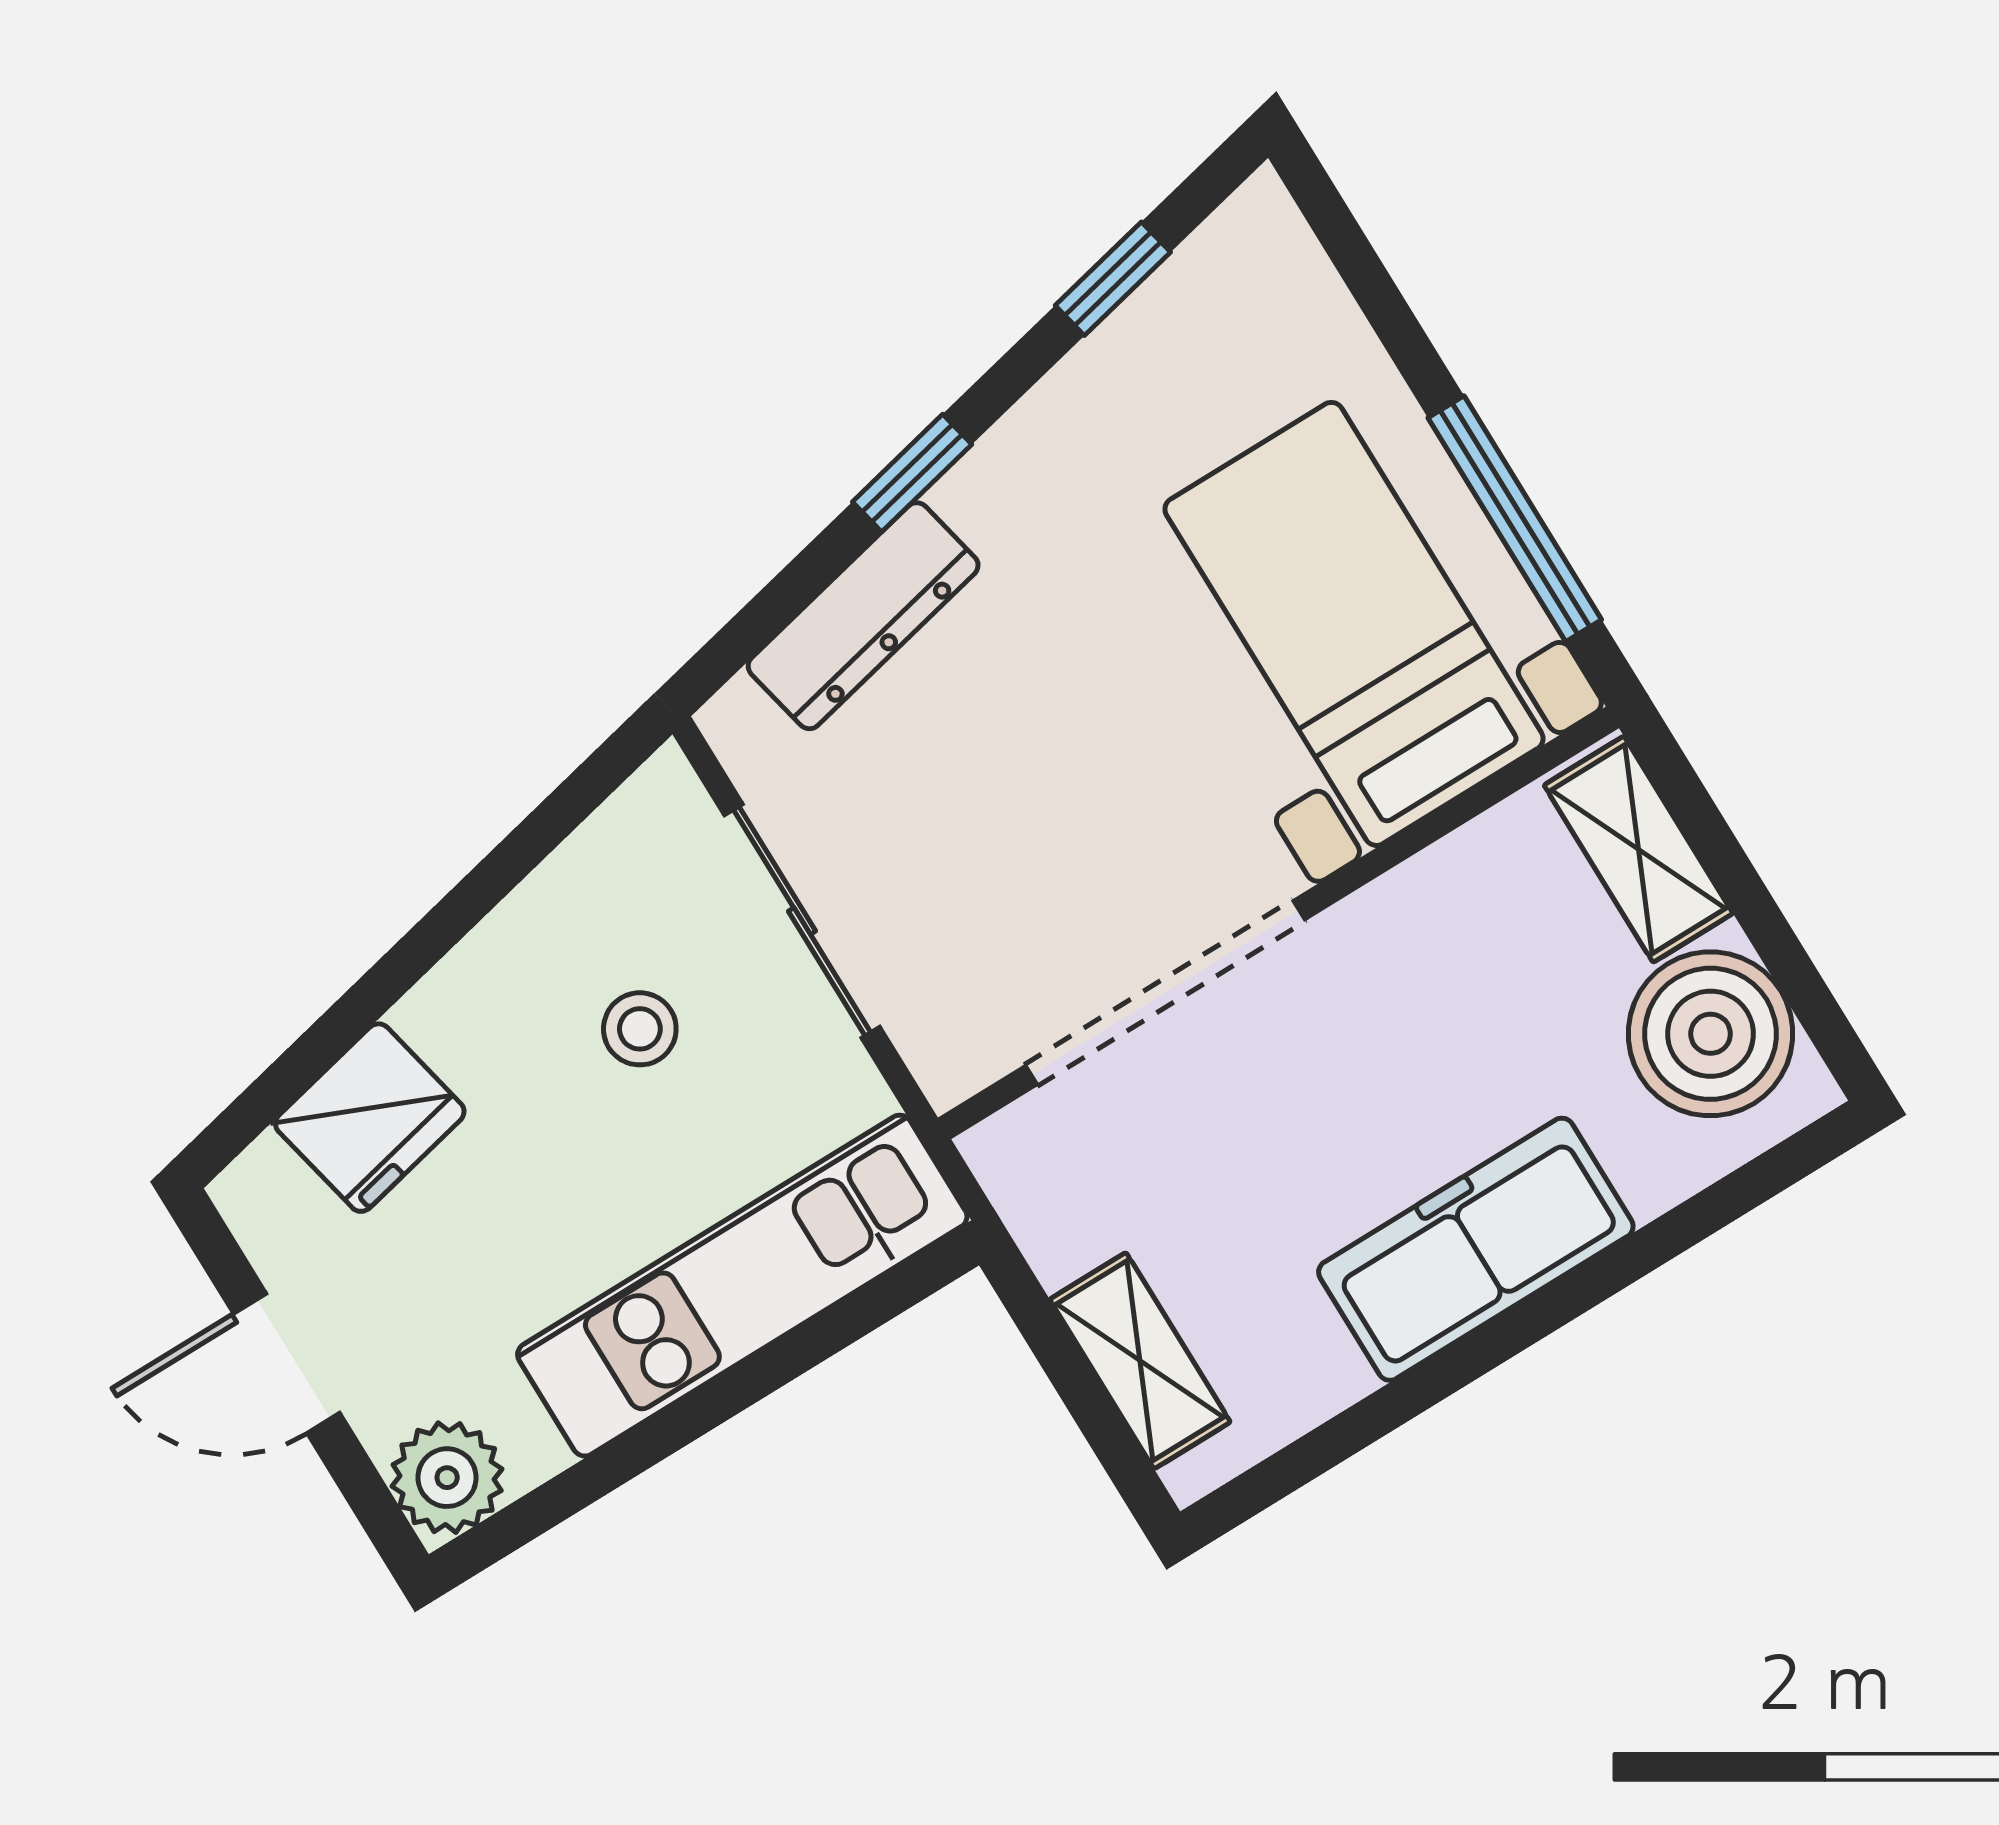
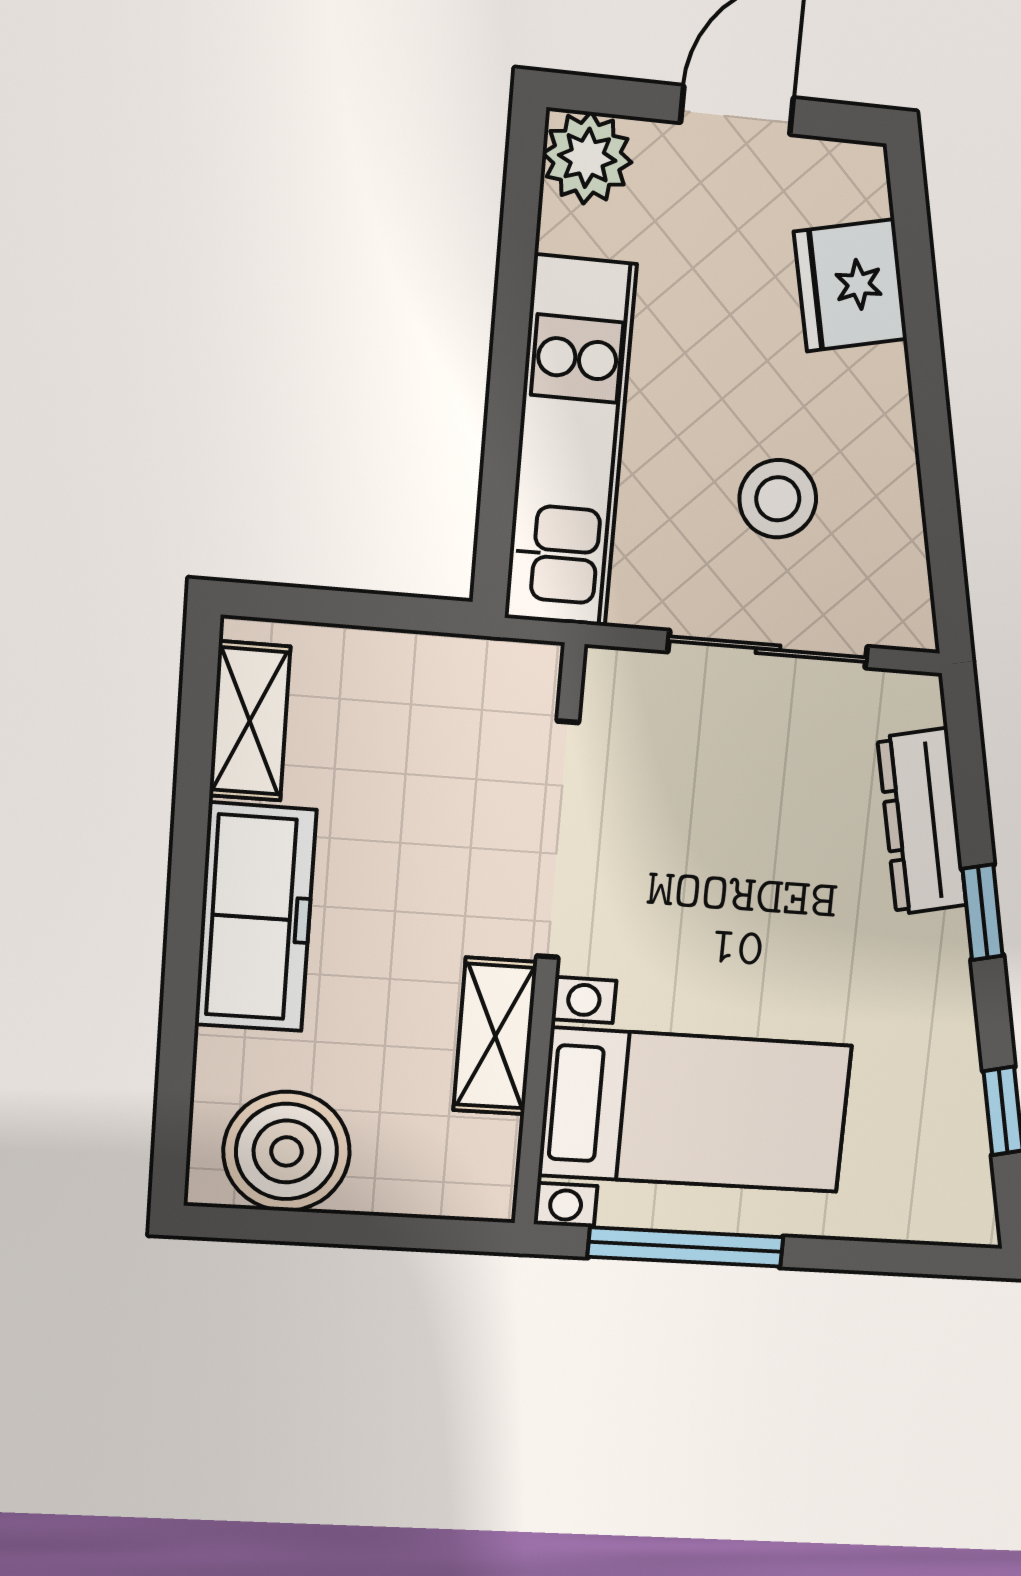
shelving: (1638, 849) -> (495, 1036), moved, turned 90
stool: (640, 1029) -> (778, 499), width x1.37, depth x1.37
shelving: (1140, 1361) -> (250, 721), moved, turned 90

